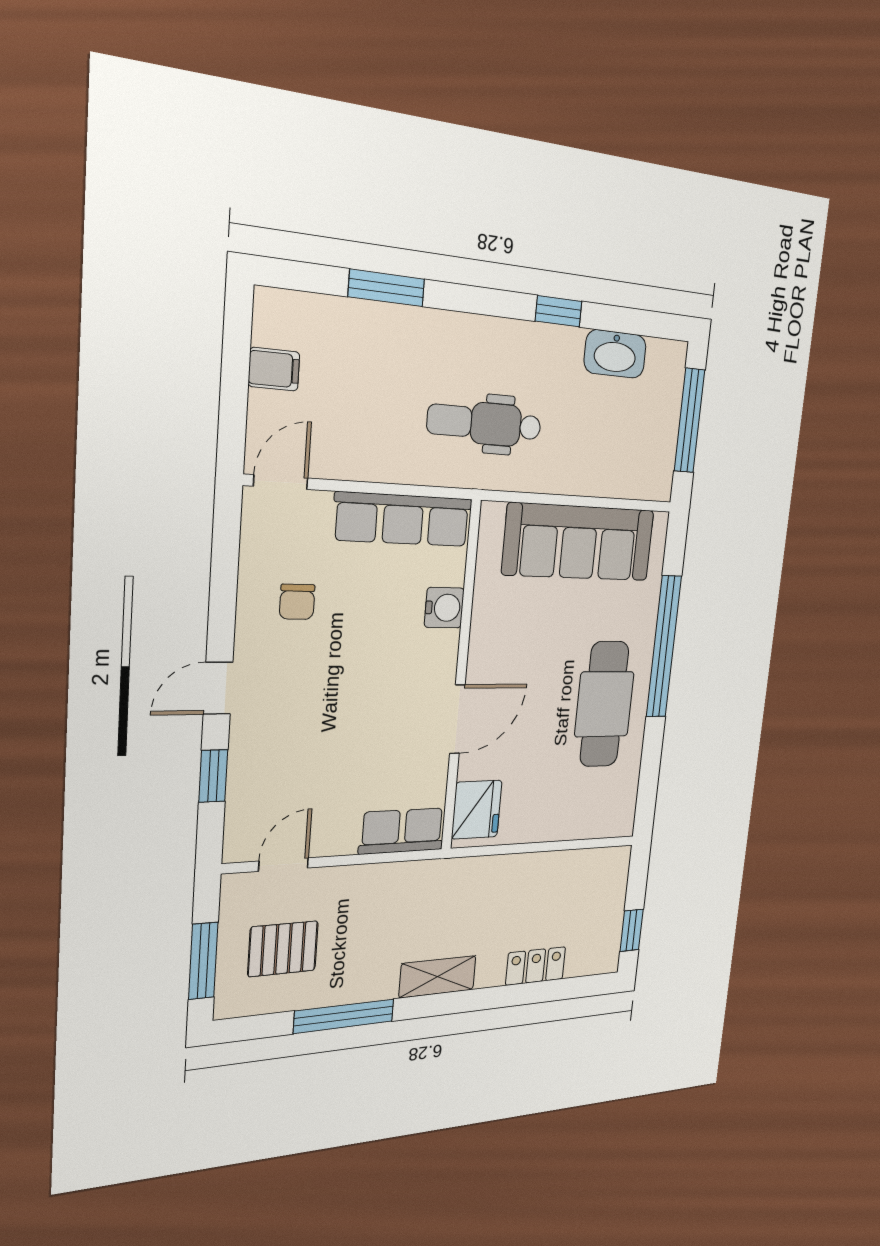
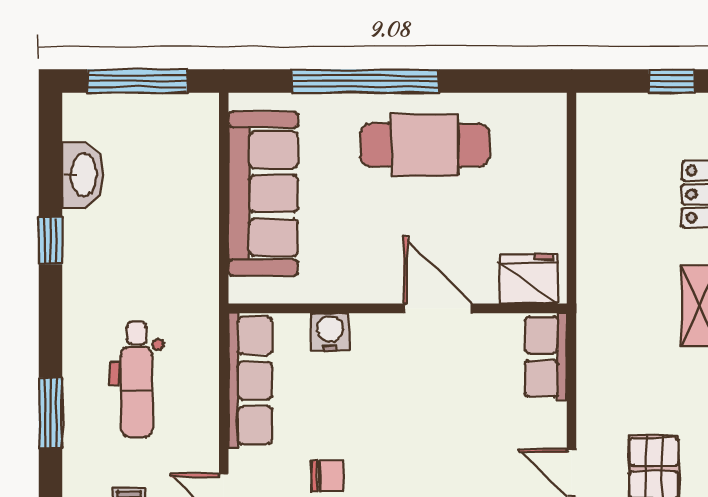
dental chair: (485, 423) -> (137, 379), moved

